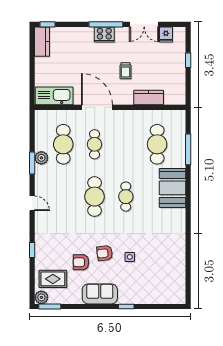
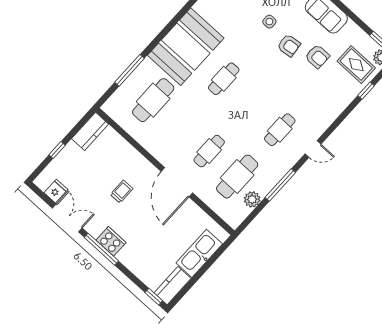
kitchen sink: (54, 96) -> (199, 253), moved, turned 90
kitchen counter: (149, 97) -> (90, 131), moved, turned -90
plant: (41, 158) -> (252, 199), moved
window: (32, 163) -> (280, 185), width x1.44
booth: (173, 188) -> (186, 47), width x1.36, depth x1.42
cafe table: (95, 197) -> (280, 130), moved, width x0.73, depth x0.74
door: (32, 203) -> (313, 149), swing flipped
window: (32, 250) -> (366, 91), moved

